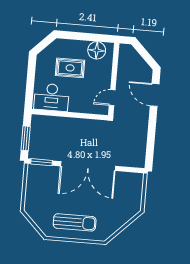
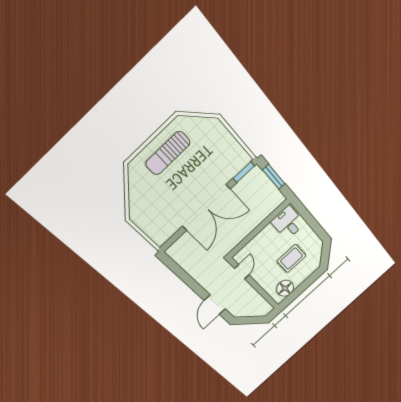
door: (155, 95) -> (215, 305), swing flipped
desk: (52, 97) -> (288, 223), width x0.73
double door: (88, 166) -> (206, 208), swing flipped

